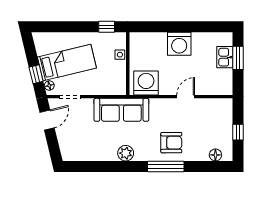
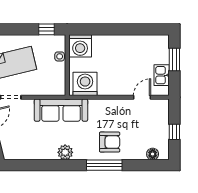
washing machine: (179, 44) -> (80, 46), moved
kitchen sink: (225, 57) -> (162, 75), moved
door: (186, 97) -> (142, 97), moved

